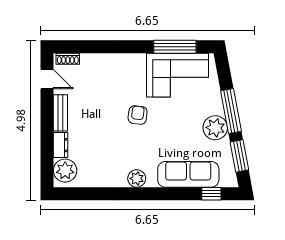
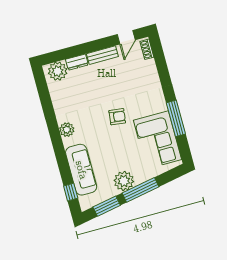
window: (175, 47) -> (176, 118), moved

